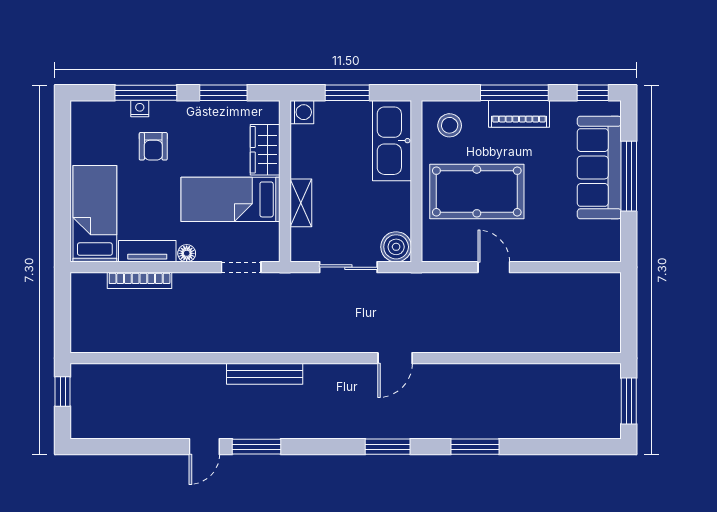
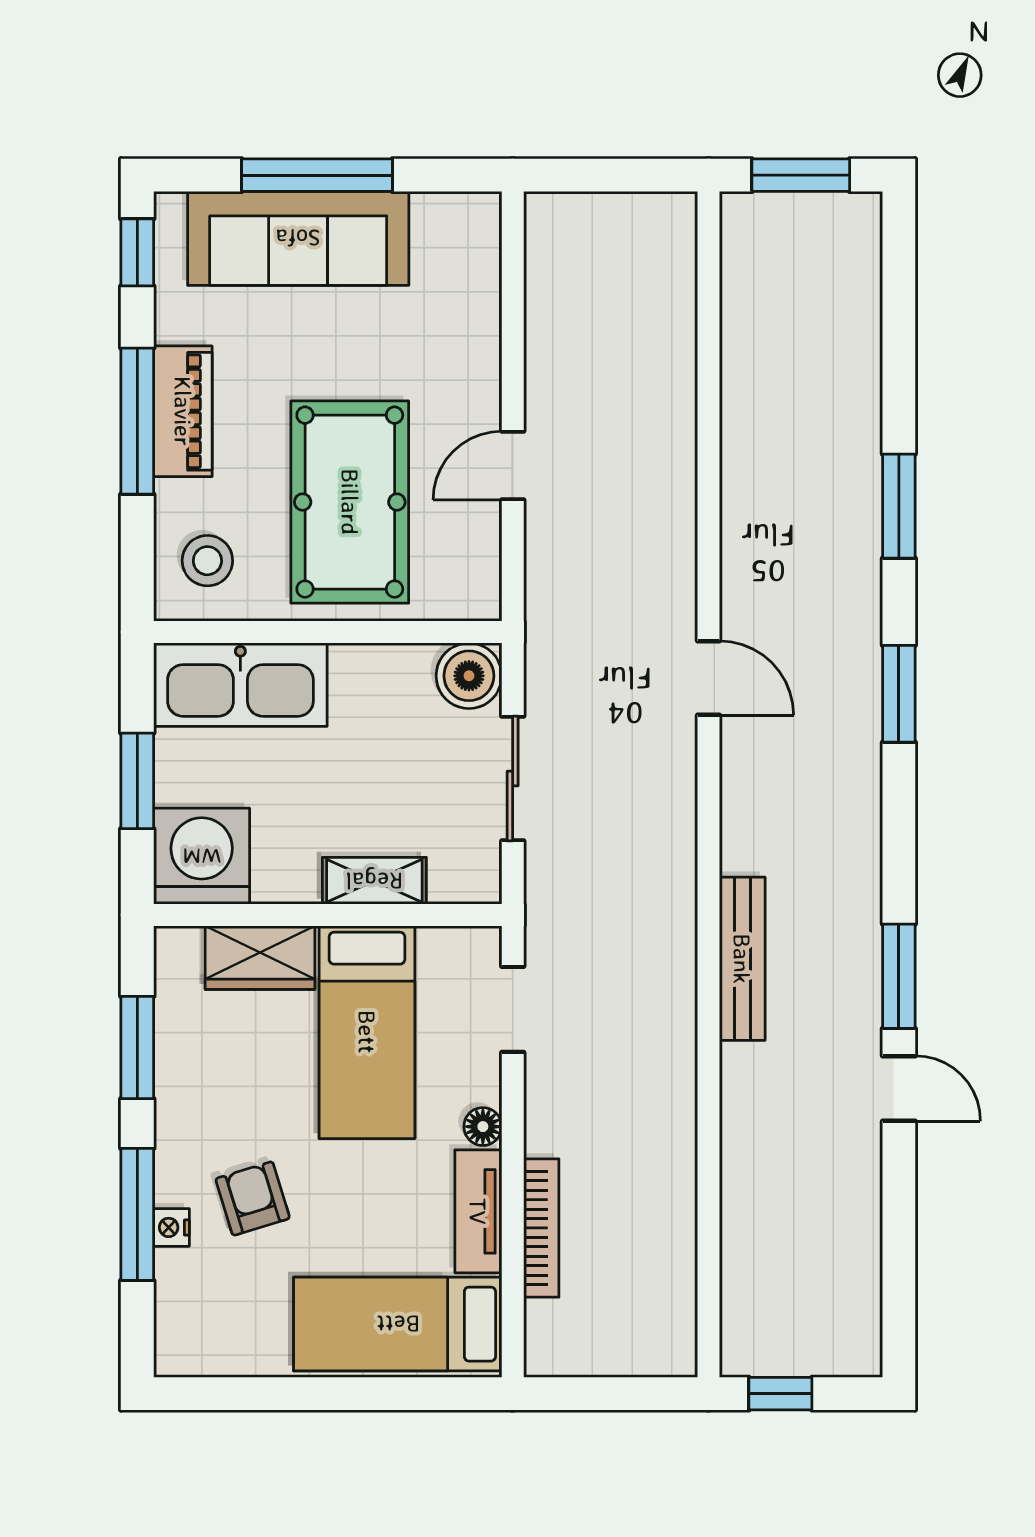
washing machine: (302, 112) -> (202, 856), width x1.89, depth x1.89
armchair: (153, 146) -> (253, 1199), turned -107

